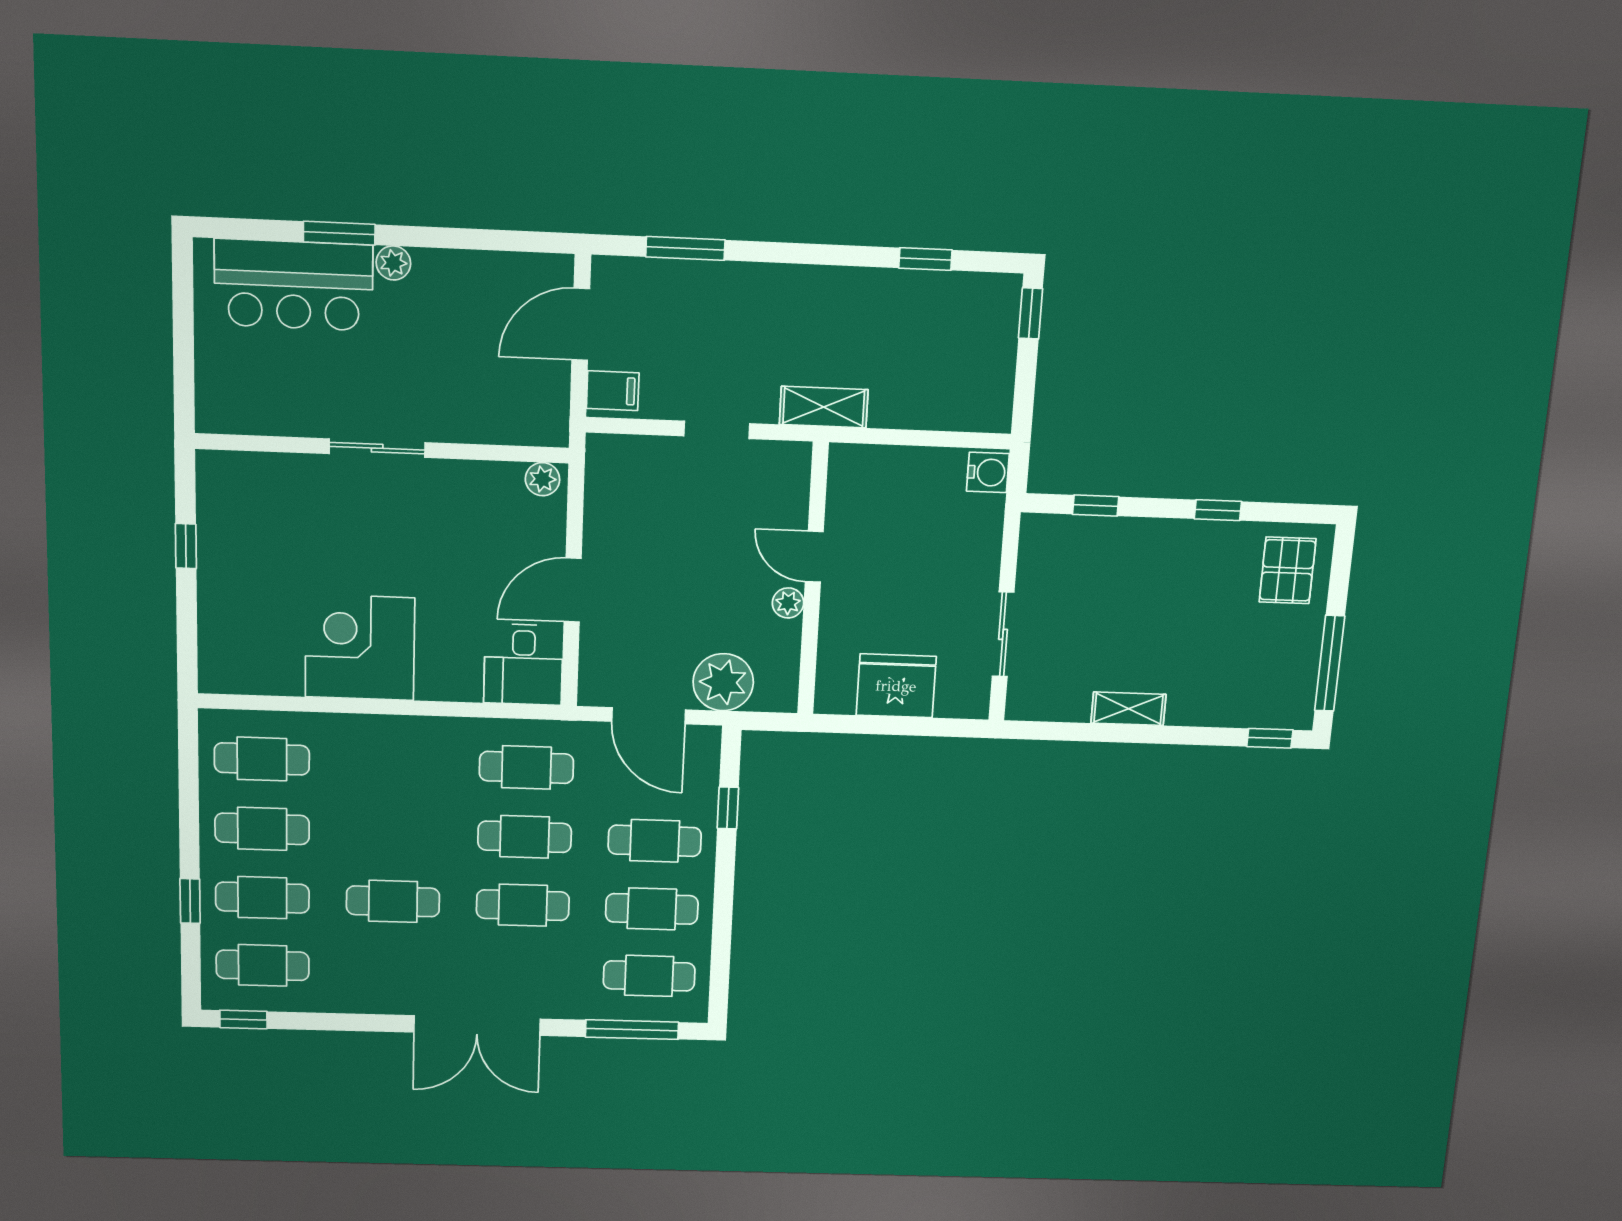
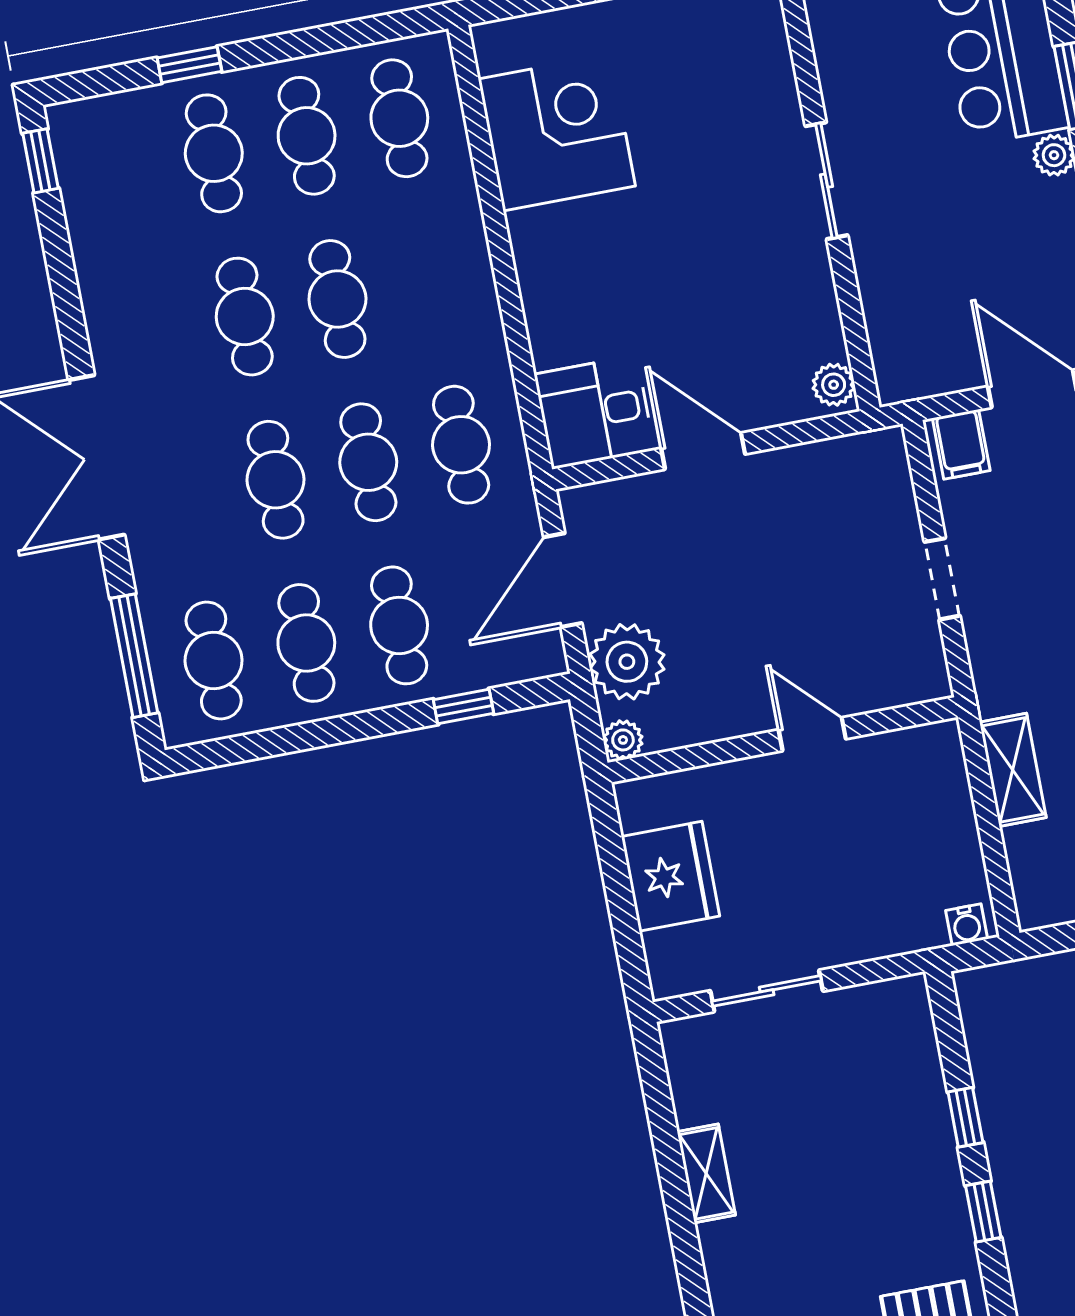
shelving: (824, 407) -> (1013, 770), moved
water cooler: (988, 472) -> (967, 925), width x0.72, depth x0.72
window: (1096, 506) -> (965, 1117), moved
door: (814, 557) -> (812, 734), hinge flipped
plant: (788, 603) -> (623, 740), moved
corner desk: (360, 647) -> (557, 133), moved
cafe table: (263, 965) -> (337, 299), moved

